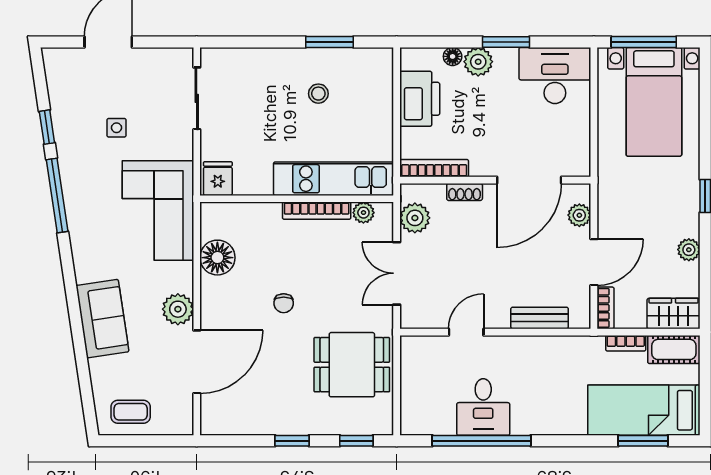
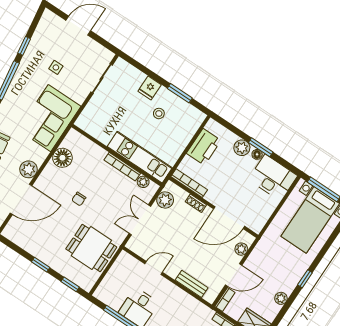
floor lamp: (453, 56) -> (257, 154), moved
fridge: (218, 179) -> (150, 88), moved, turned 180

